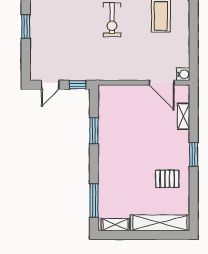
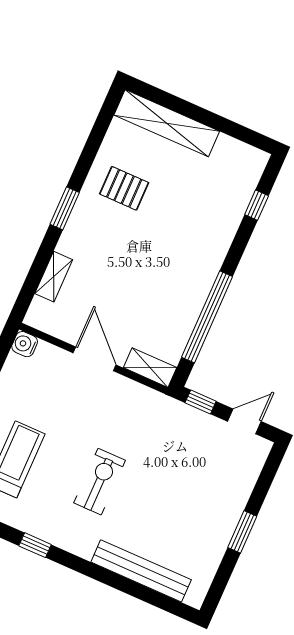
door: (162, 83) -> (95, 359), moved
window: (94, 131) -> (207, 317), width x2.11
window: (94, 201) -> (257, 205), width x0.46
shelving: (115, 225) -> (150, 368), moved

